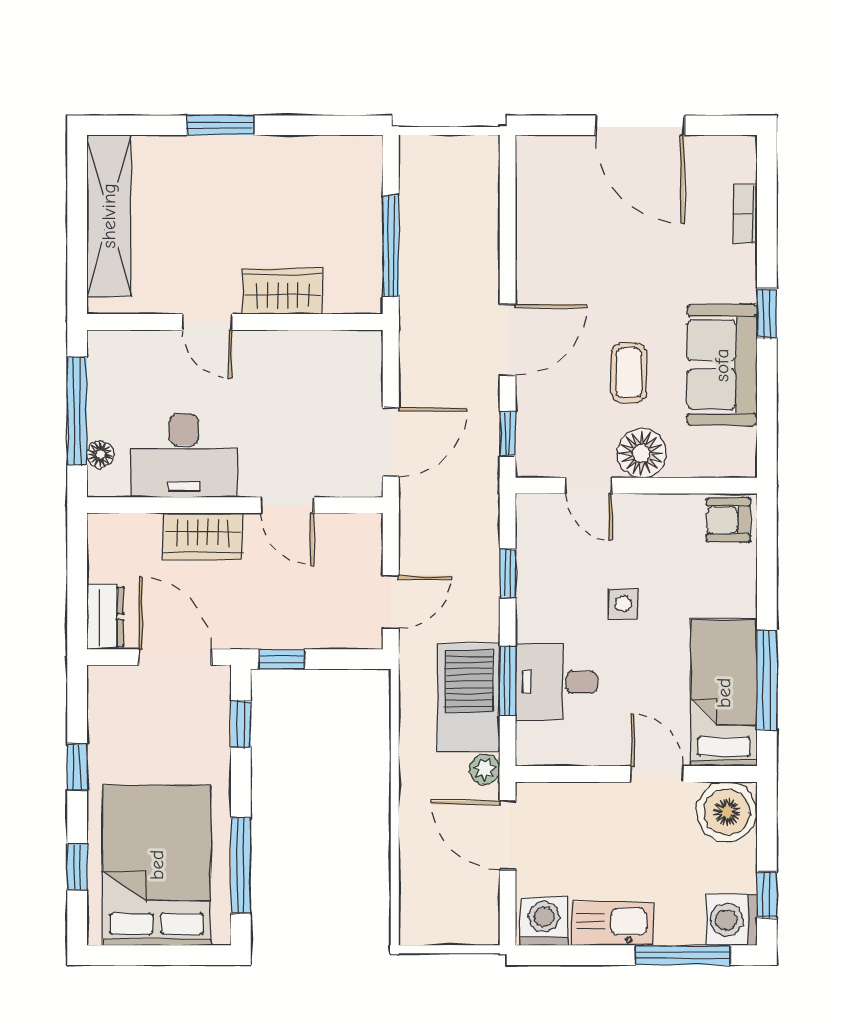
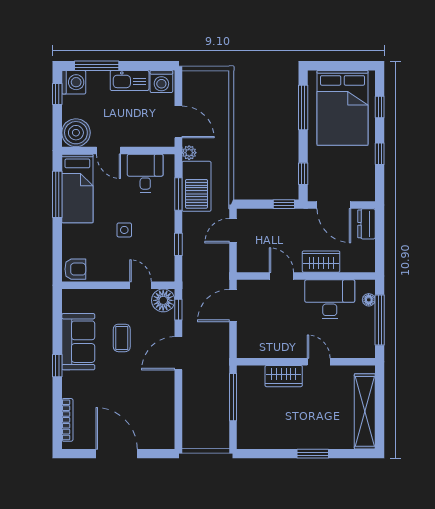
bookcase: (745, 214) -> (67, 420), width x1.56
floor lamp: (642, 453) -> (163, 300), moved
desk: (556, 682) -> (145, 173), moved, turned -90

